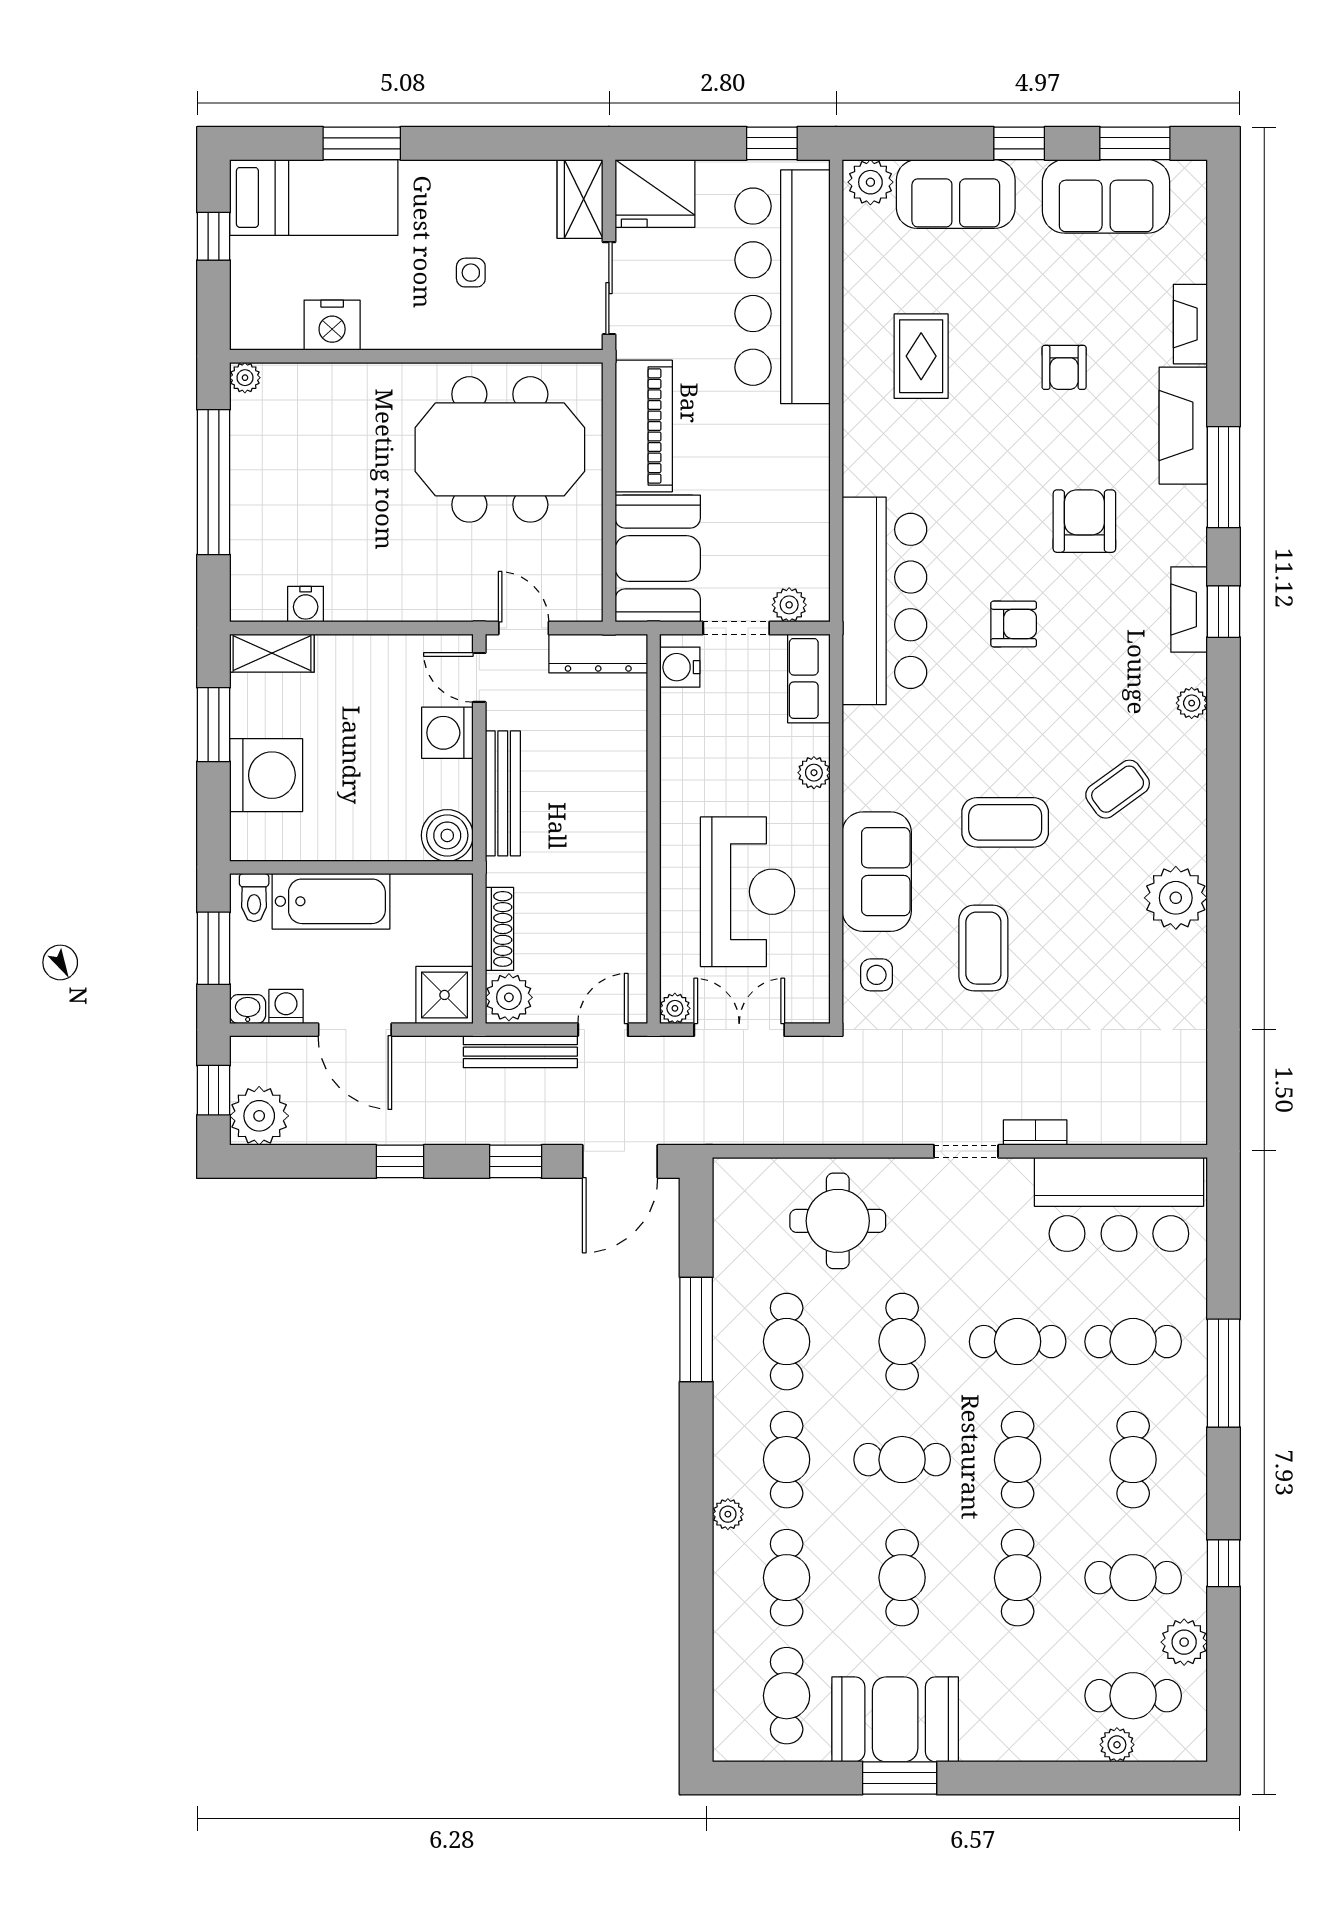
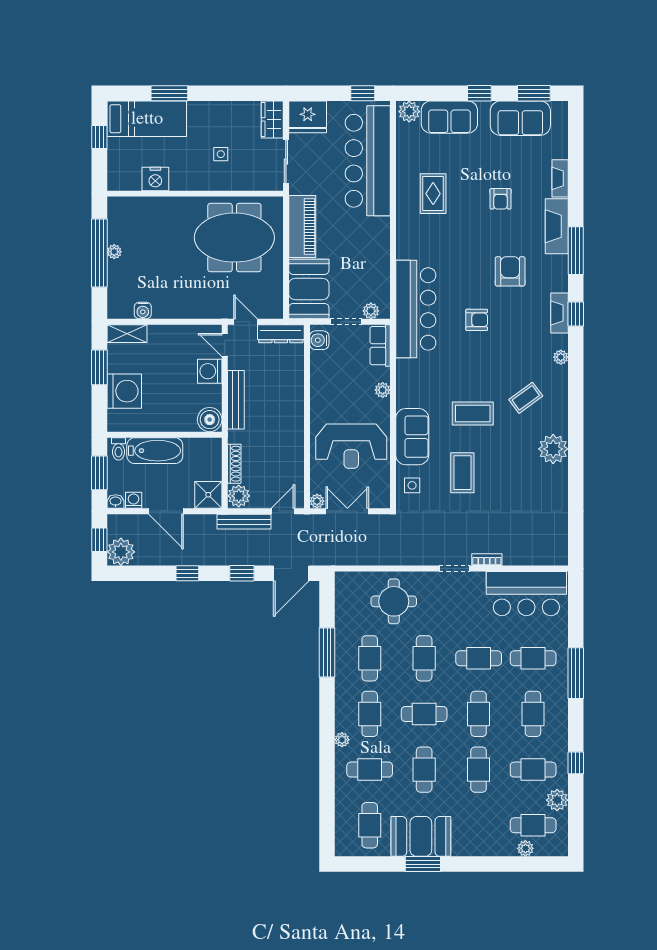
plant: (245, 378) -> (114, 252), moved
reception desk: (748, 892) -> (351, 446), turned 90
cafe table: (787, 1578) -> (370, 770), turned 90

